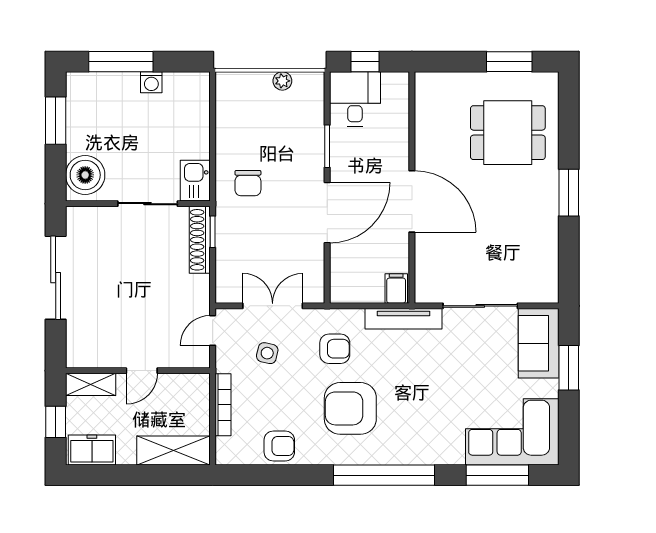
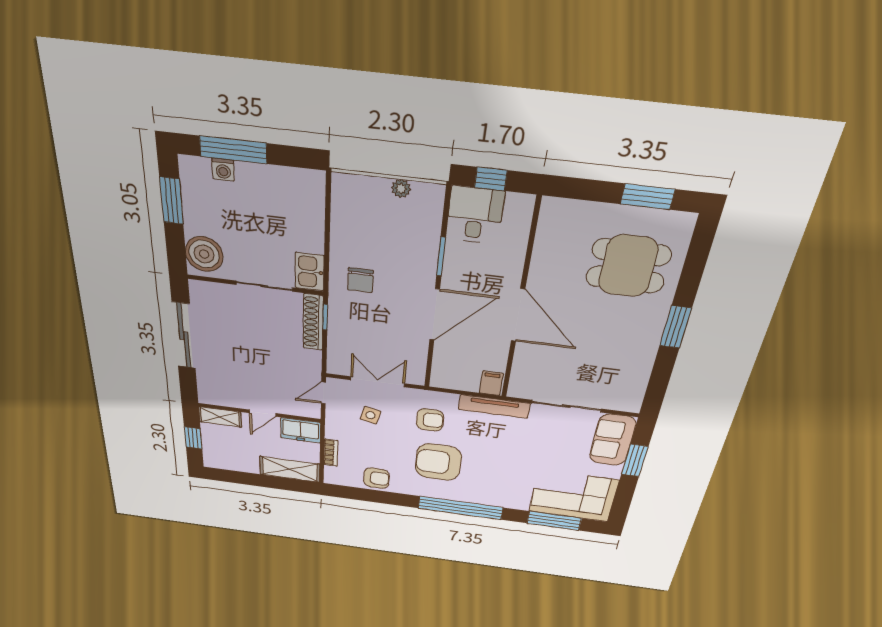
washing machine: (151, 82) -> (223, 170), moved
bookcase: (223, 405) -> (331, 453), width x0.64
freezer: (92, 450) -> (301, 430), moved, turned 180

